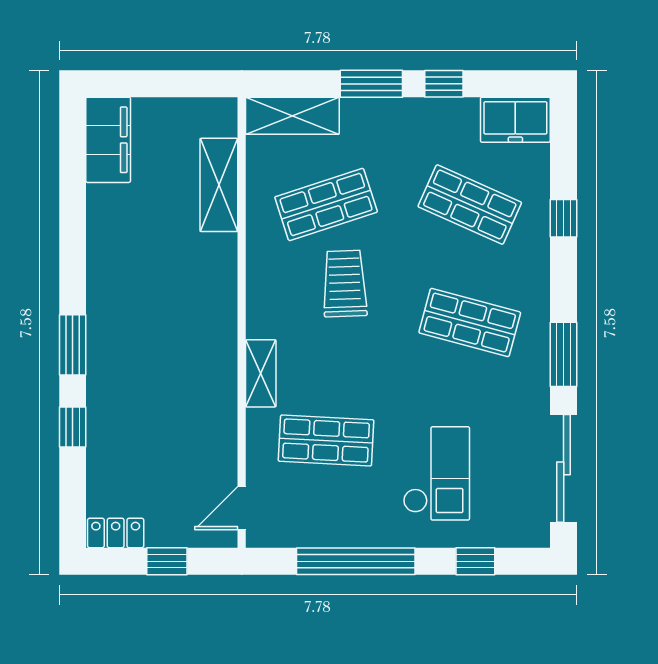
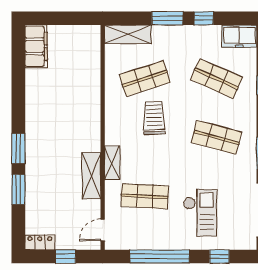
shelving: (219, 185) -> (91, 176), moved
window: (73, 427) -> (18, 190), width x1.50

